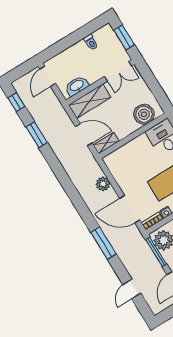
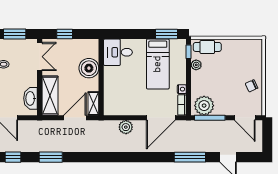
window: (151, 81) -> (65, 34), added
boiler: (144, 114) -> (89, 68), moved
window: (104, 243) -> (190, 157), moved

